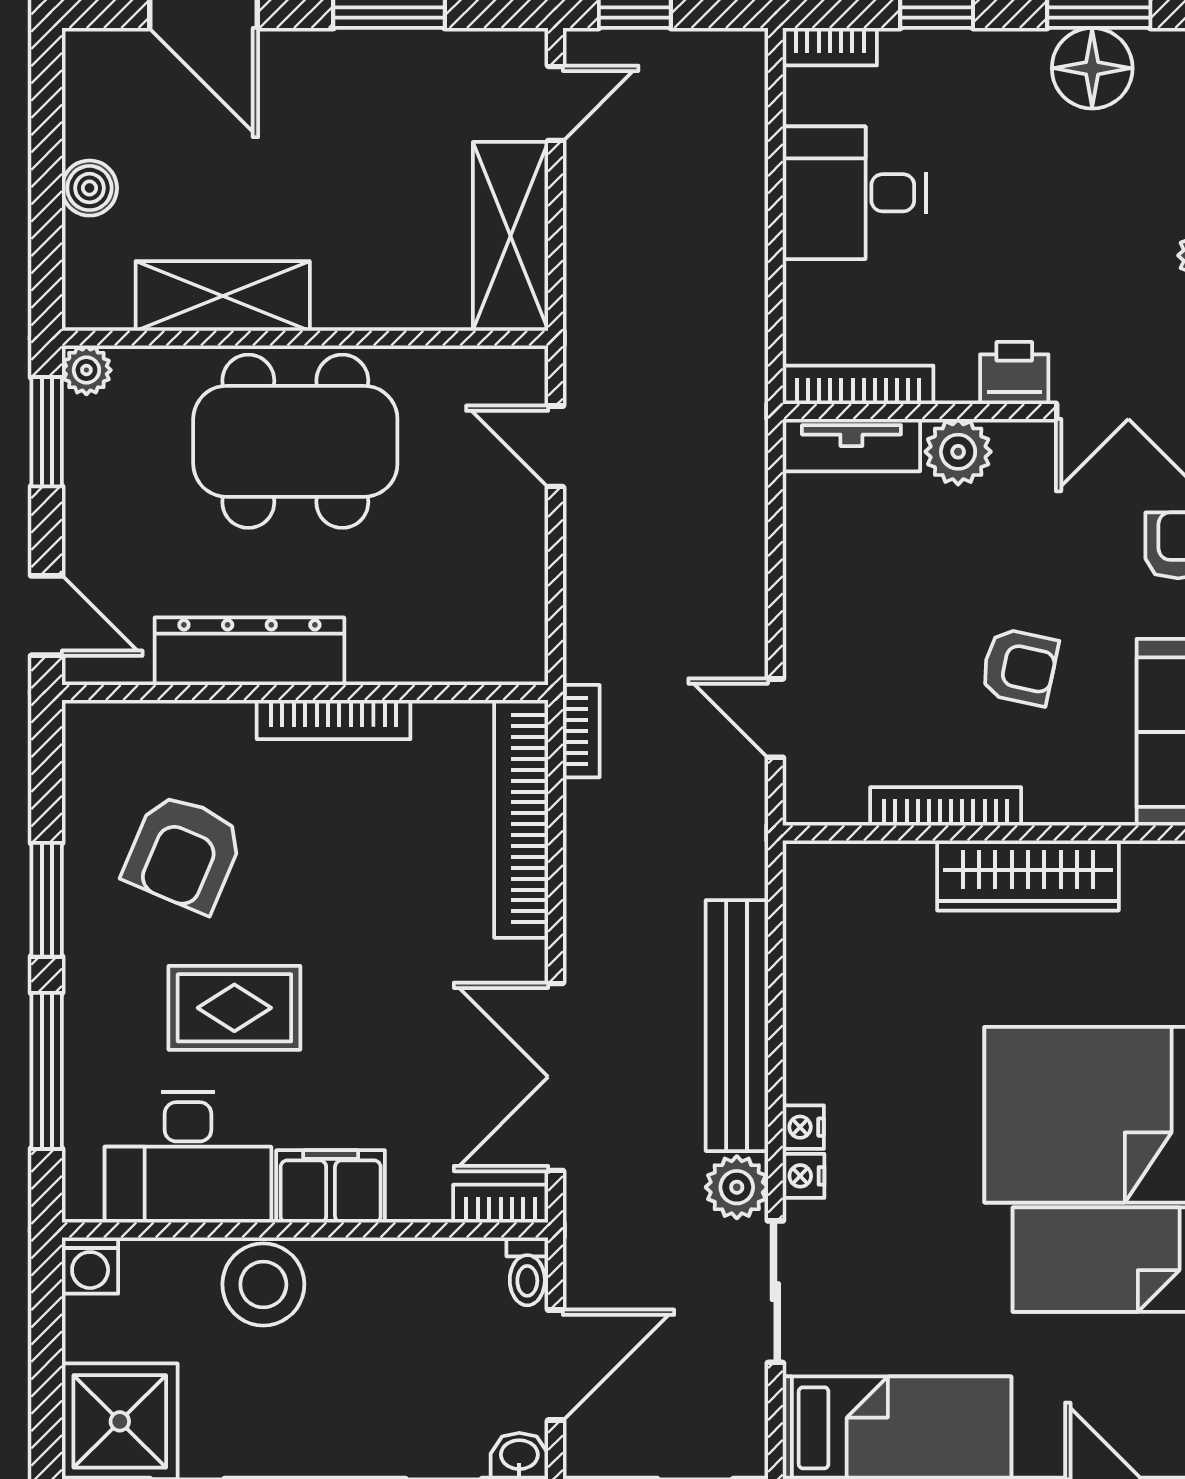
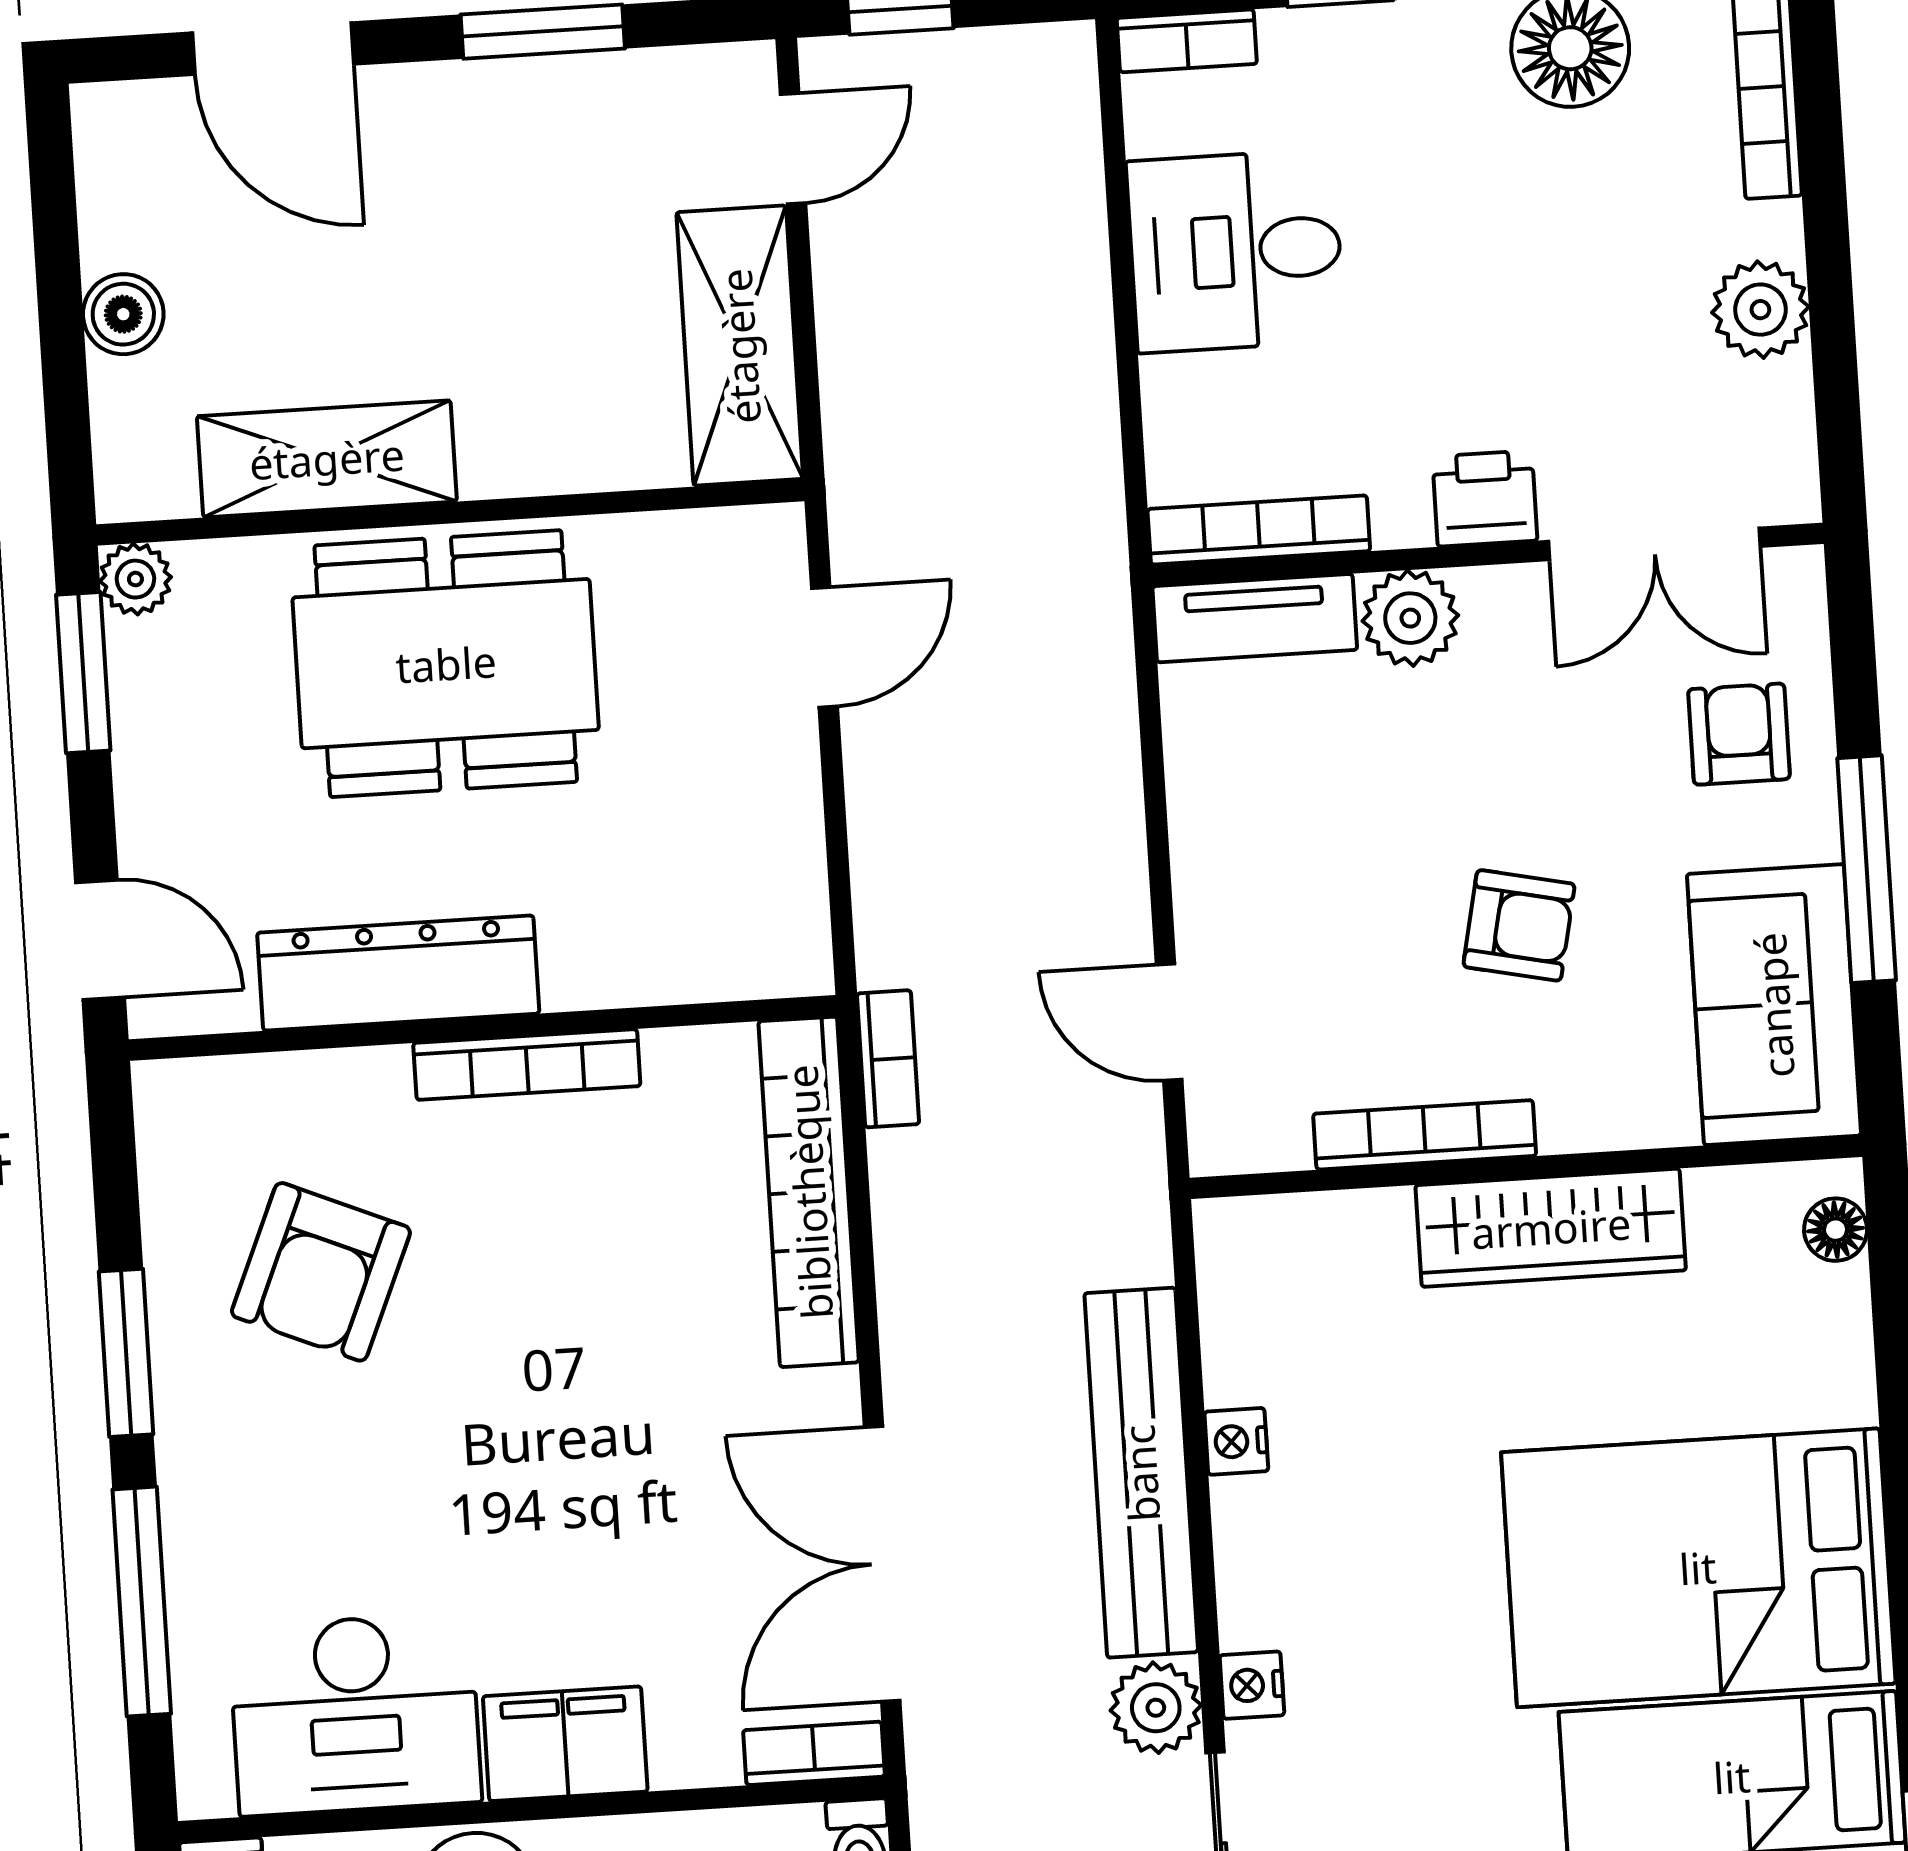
door: (555, 446) -> (824, 647), swing flipped
rug: (234, 1008) -> (409, 1493), removed
nightstand: (803, 1127) -> (1236, 1441), moved

